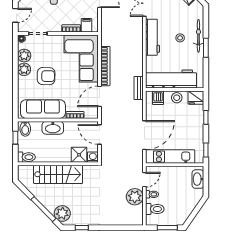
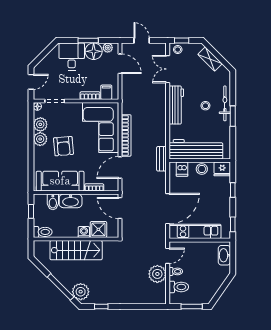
armchair: (46, 76) -> (63, 146), turned 84
bidet: (25, 129) -> (53, 202), moved
washing machine: (93, 157) -> (84, 232), moved

